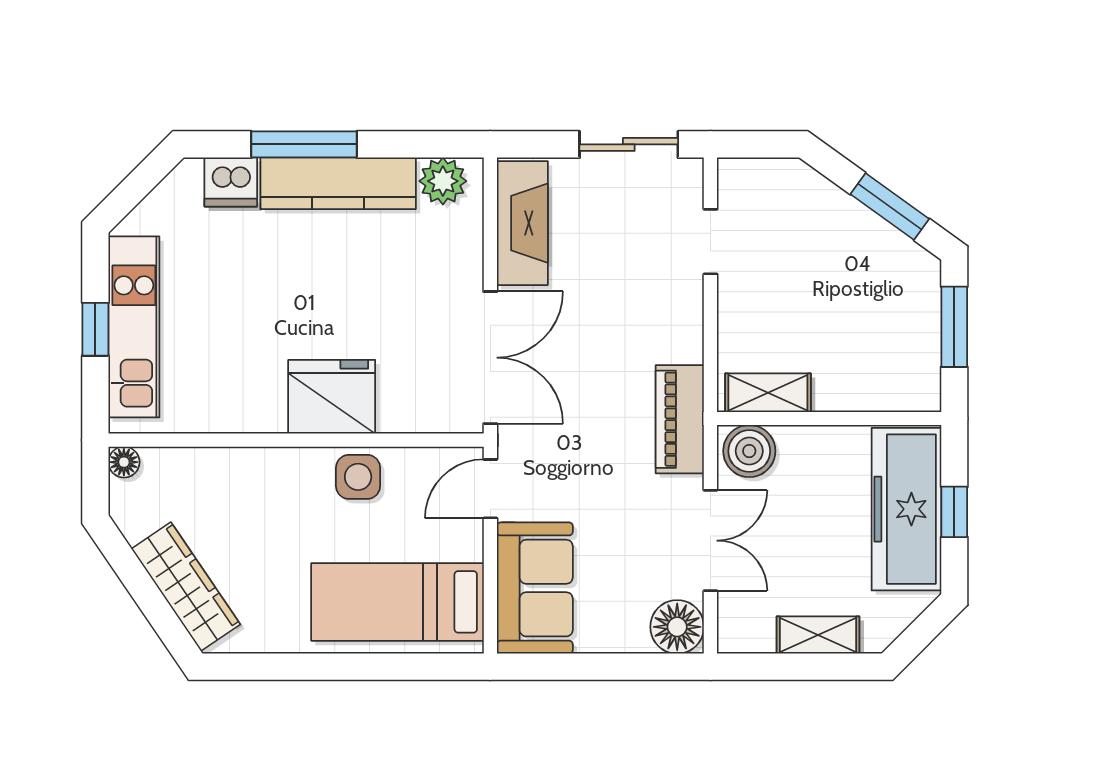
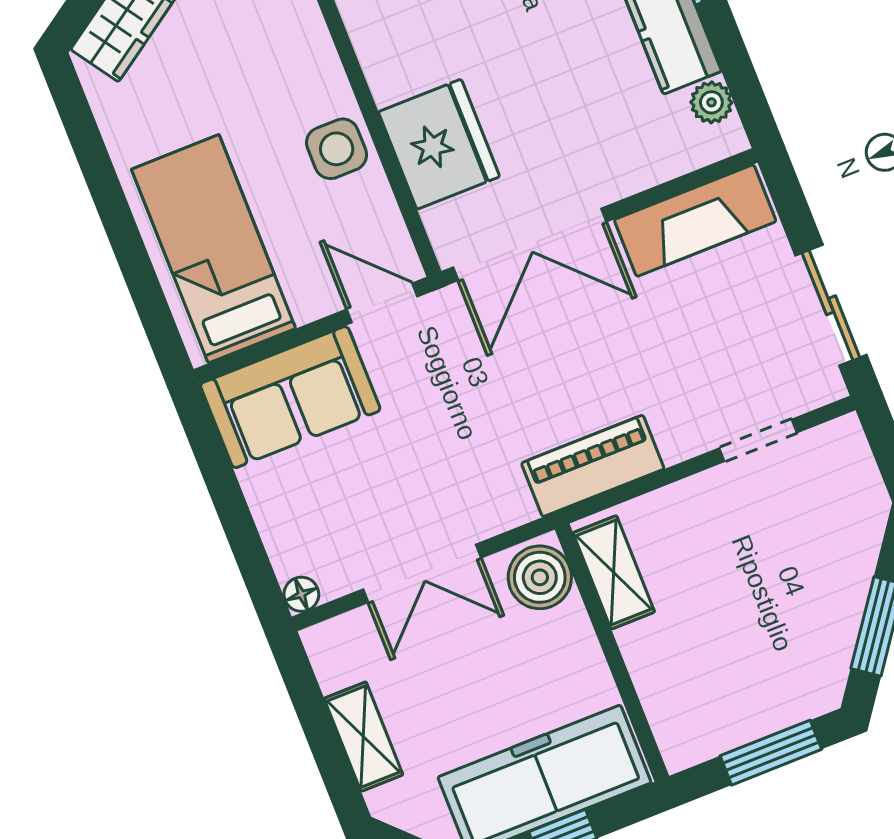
plant: (443, 181) -> (711, 102), width x0.73, depth x0.73
fridge: (332, 397) -> (439, 144), moved
piano: (680, 419) -> (593, 466), moved
floor lamp: (677, 627) -> (301, 594), width x0.53, depth x0.53

